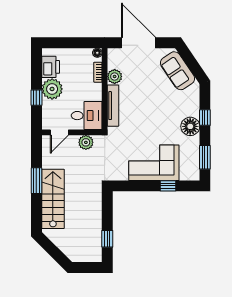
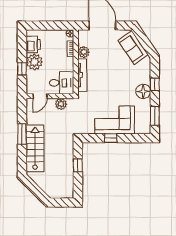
window: (168, 186) -> (111, 138), moved
window: (107, 239) -> (78, 165), moved

